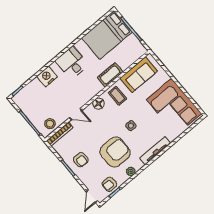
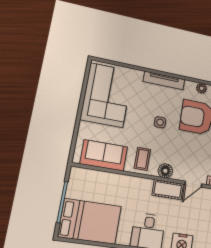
cot: (110, 75) -> (168, 190), moved
door: (76, 114) -> (193, 184), swing flipped

